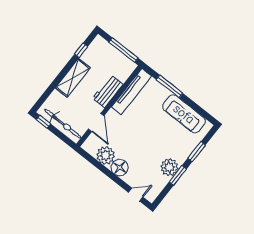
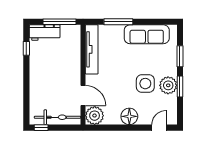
shelving: (73, 78) -> (37, 75), removed
workbench: (108, 91) -> (45, 33), moved, turned -90
side table: (152, 152) -> (145, 84), added
plant: (106, 155) -> (95, 116), moved

